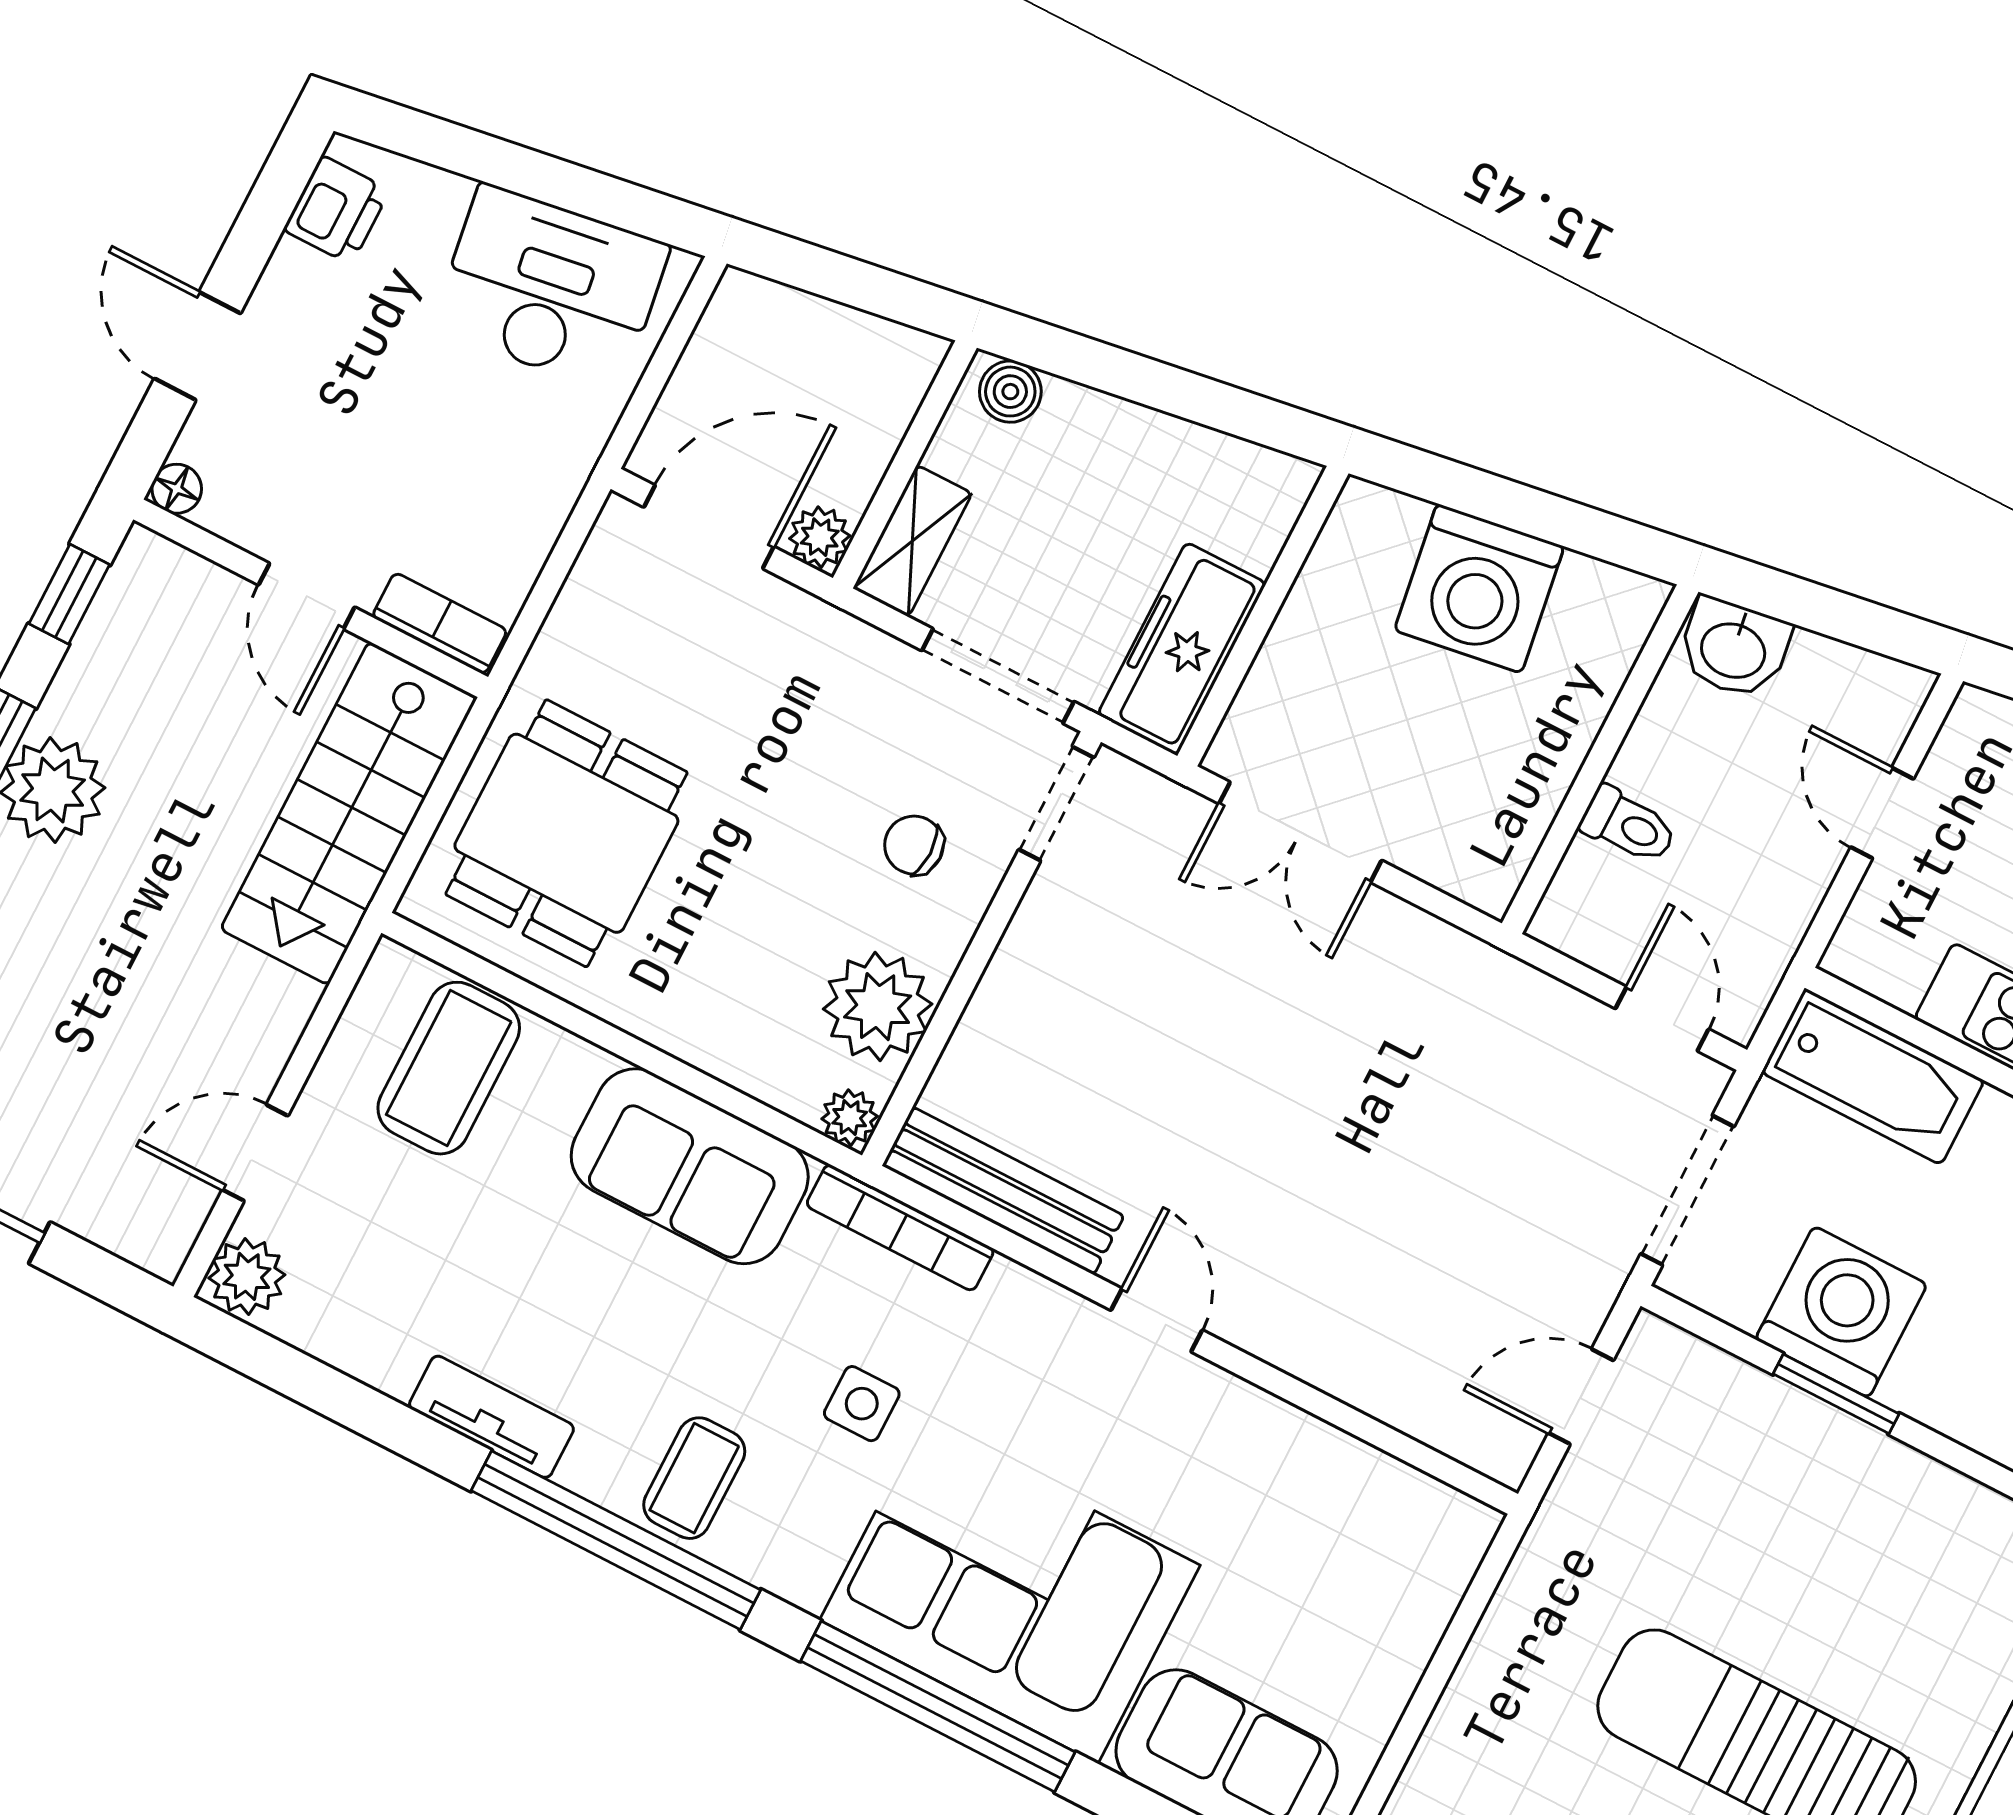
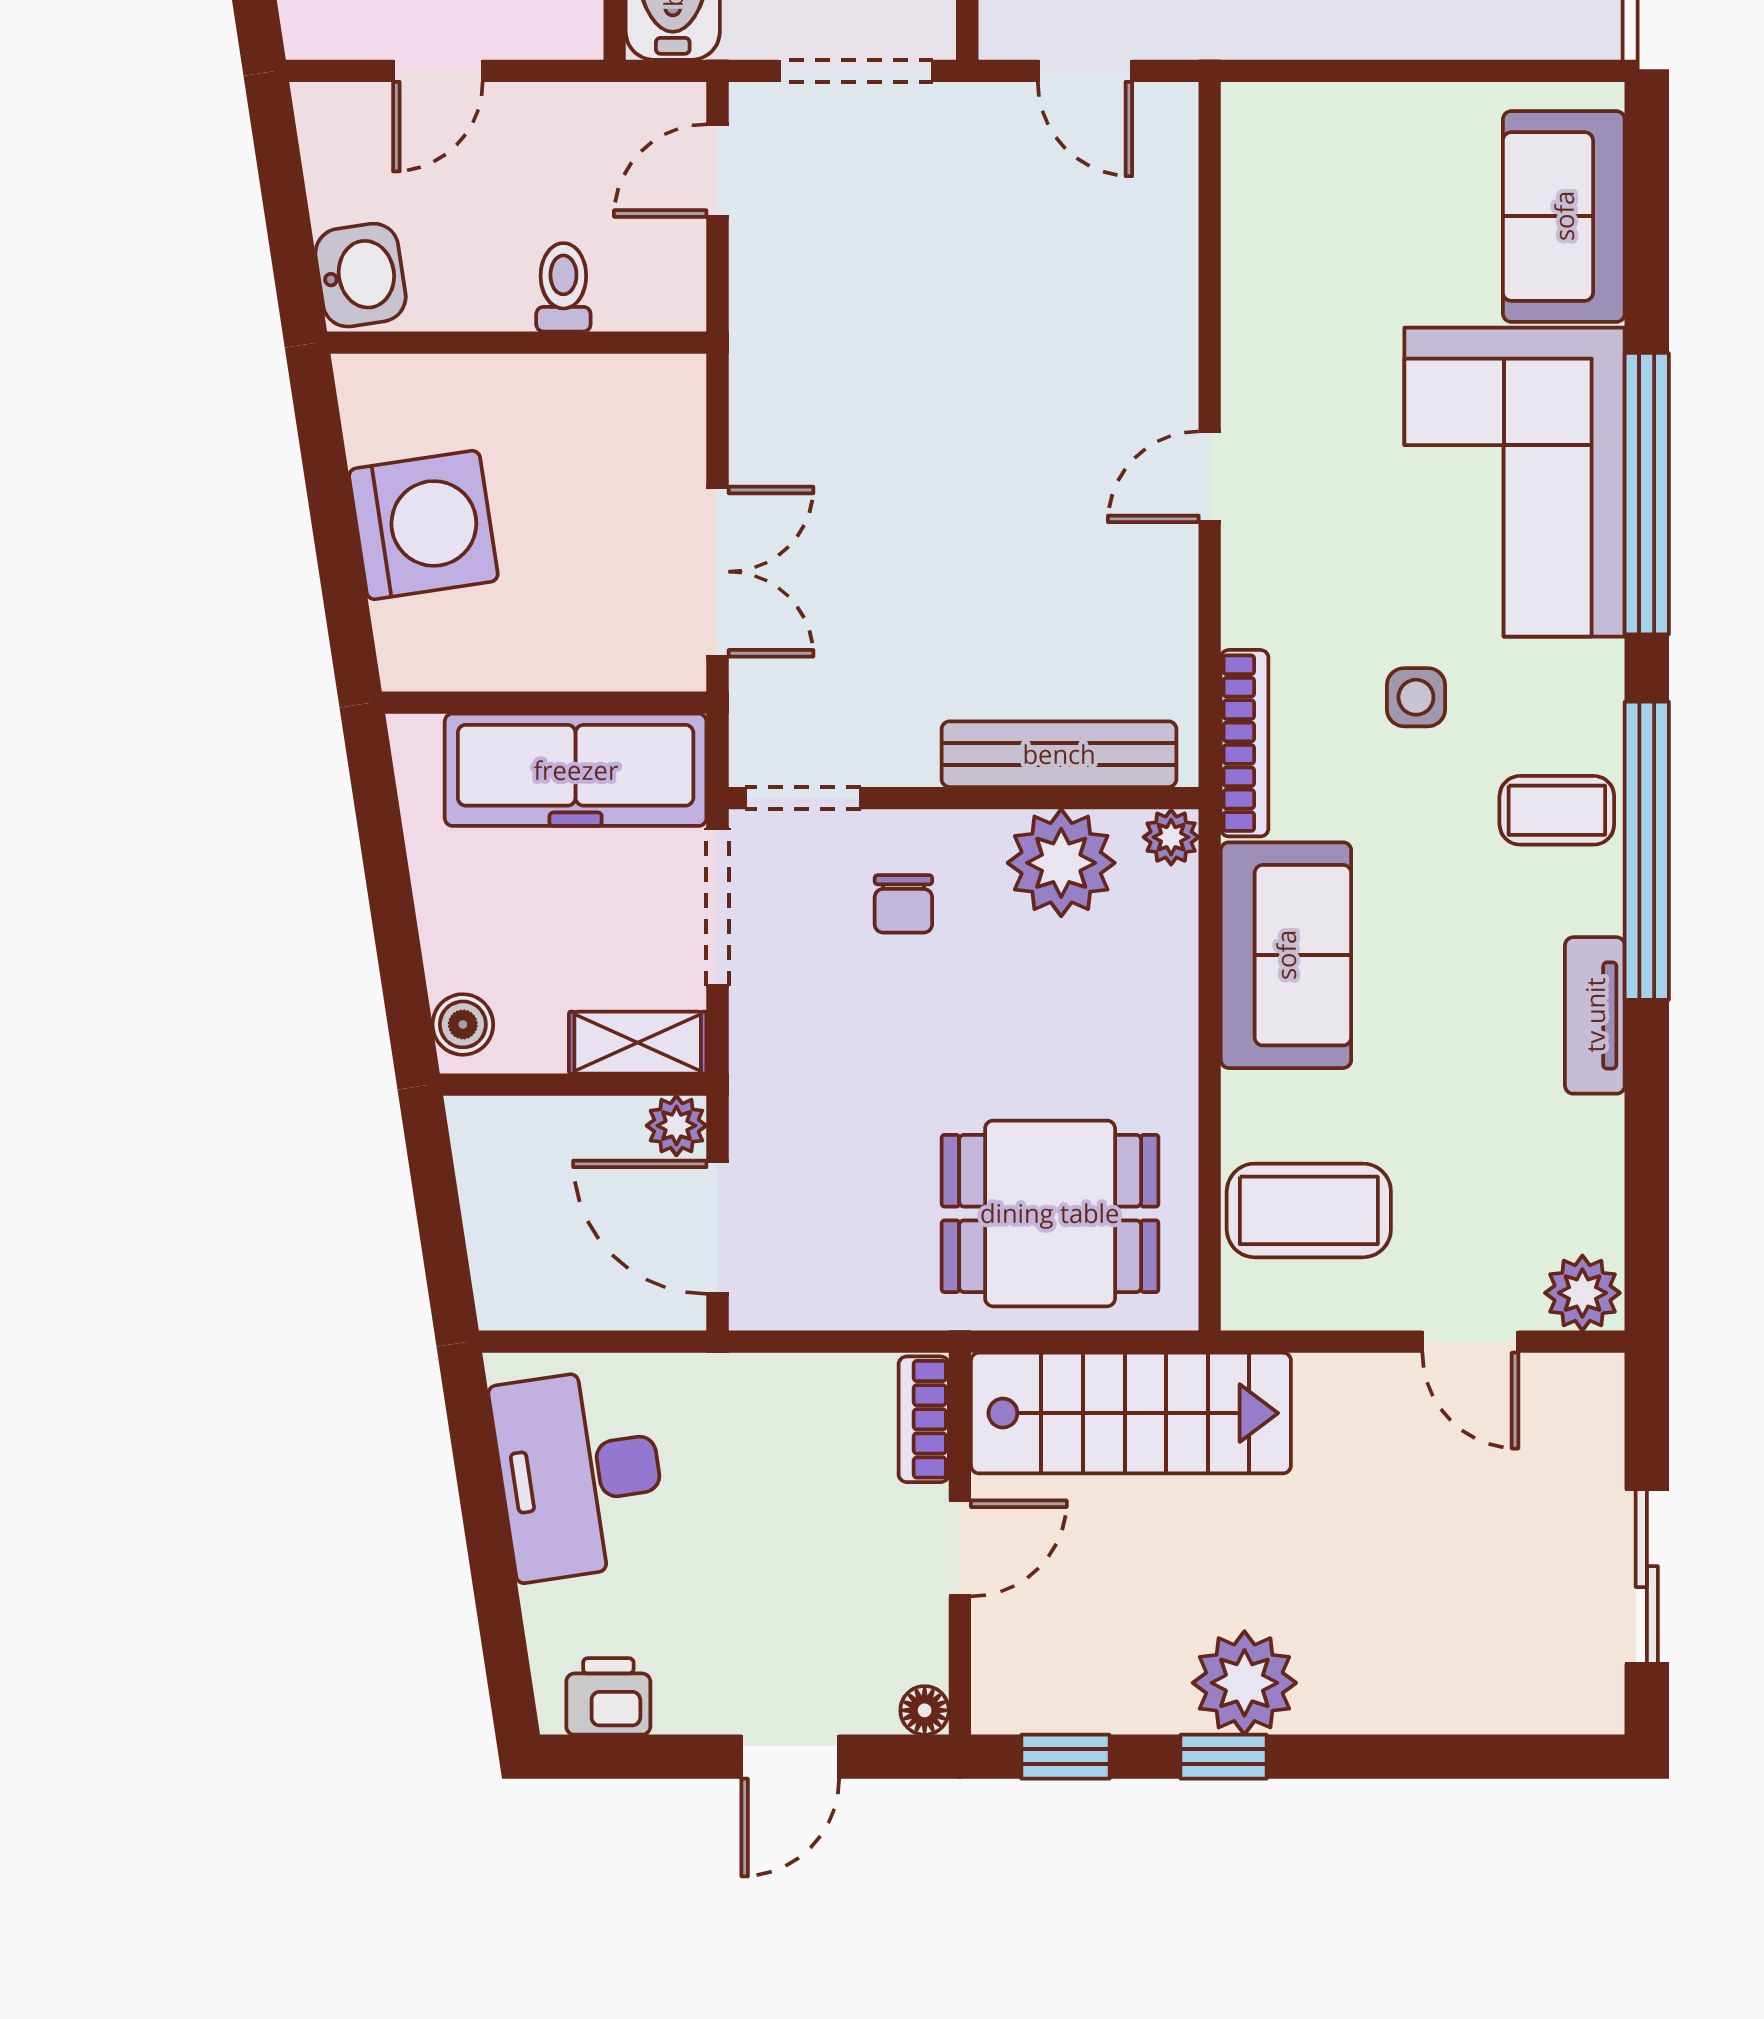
freezer: (1182, 649) -> (576, 770), width x1.36, depth x1.26
bench: (1003, 1191) -> (1059, 754), moved, turned 90

